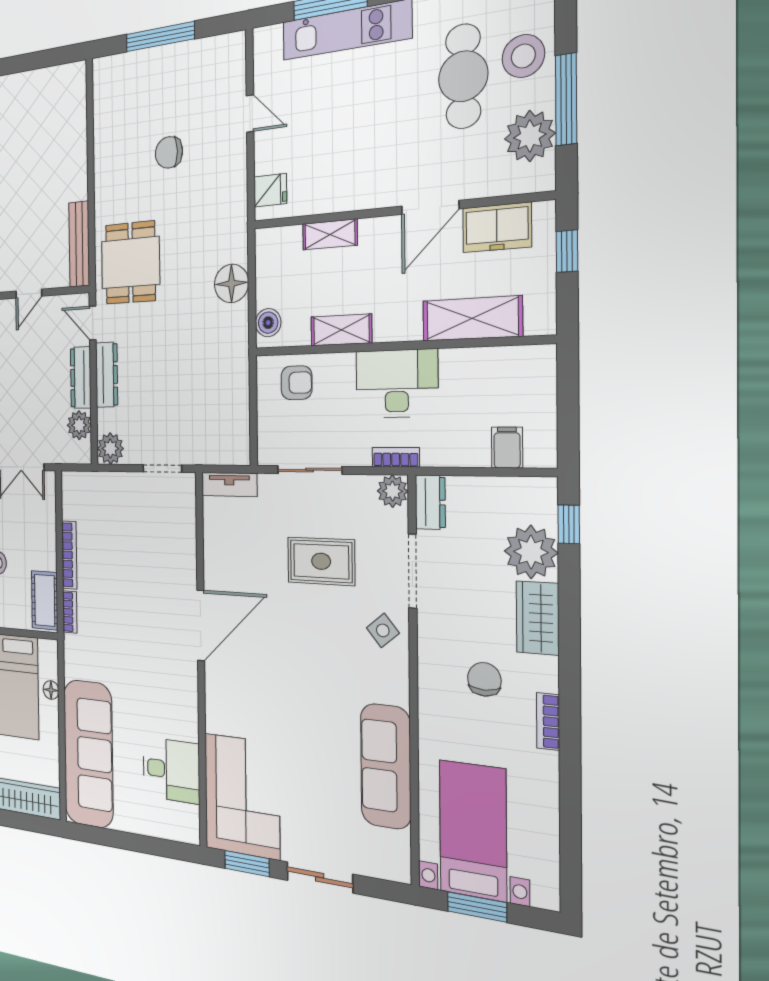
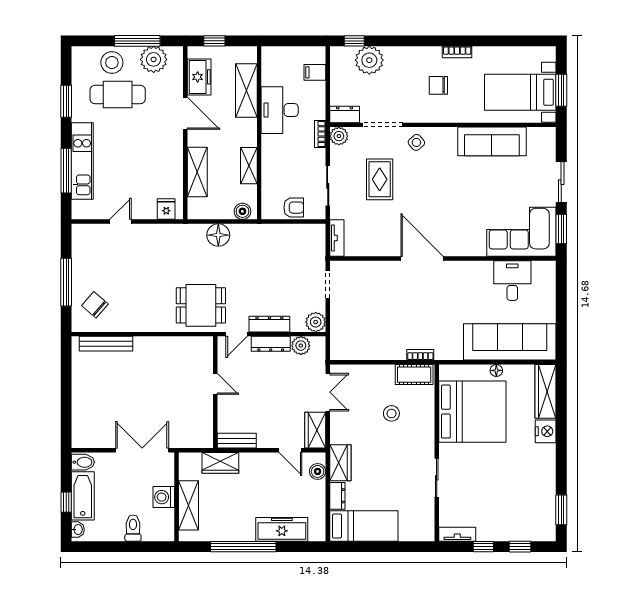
chair: (169, 152) -> (95, 305), moved, turned 131
shelving: (330, 234) -> (197, 172), width x1.50, depth x1.33
bench: (79, 244) -> (106, 344), moved
armchair: (297, 383) -> (294, 208), moved, turned 90
desk: (397, 383) -> (280, 110), moved
bookcase: (69, 555) -> (384, 355), removed
wardrobe: (538, 618) -> (404, 57), removed
floor lamp: (51, 690) -> (496, 370), moved

